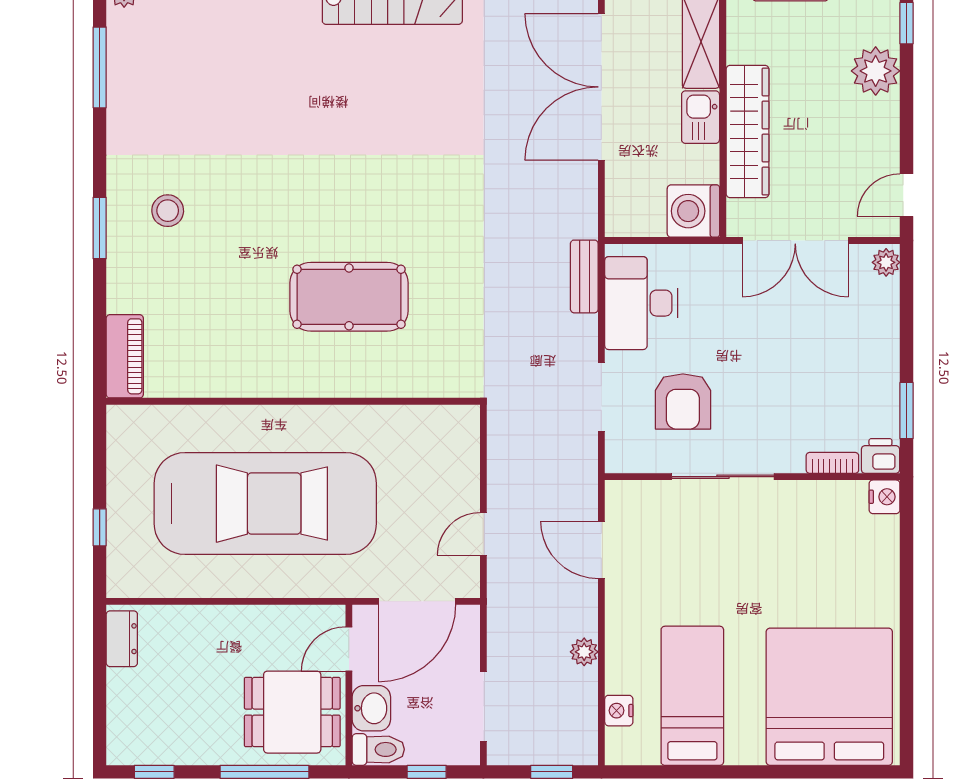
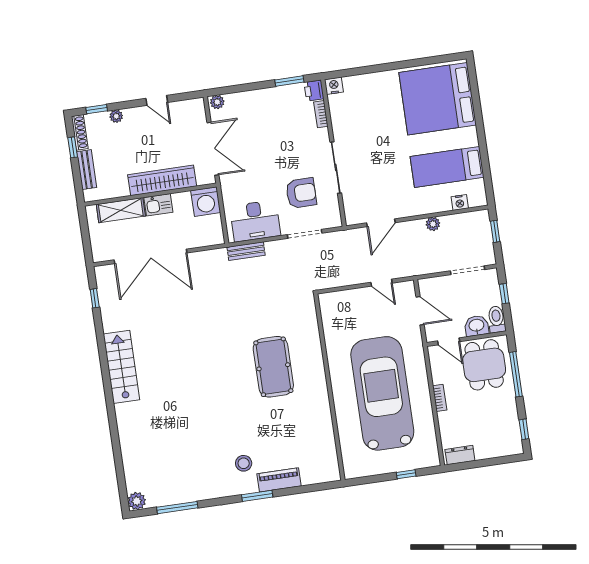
plant: (876, 71) -> (116, 116), width x0.53, depth x0.53
door: (907, 195) -> (157, 100), moved
piano: (125, 356) -> (279, 480), moved
door: (417, 601) -> (420, 311), width x0.73
bookcase: (240, 615) -> (440, 398), added

